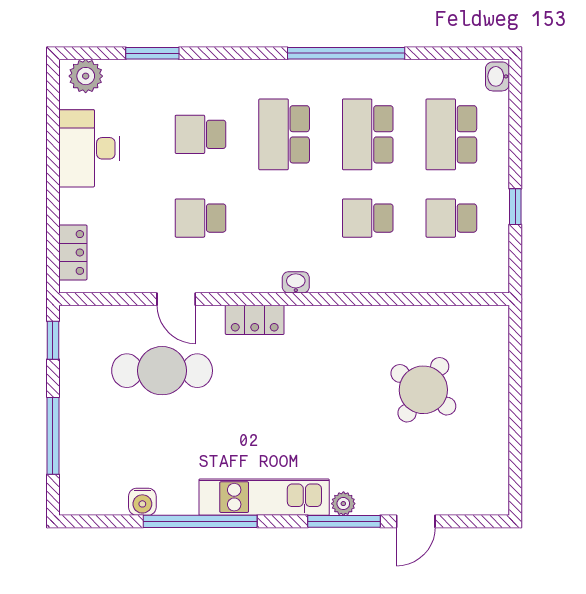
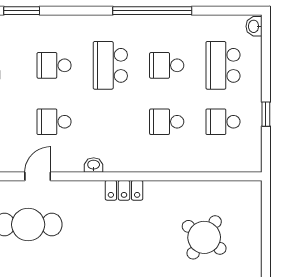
school desk: (368, 134) -> (167, 65), width x0.54
washbasin: (296, 282) -> (94, 165), moved
door: (176, 299) -> (38, 176), swing flipped
locker: (255, 320) -> (124, 190), moved

